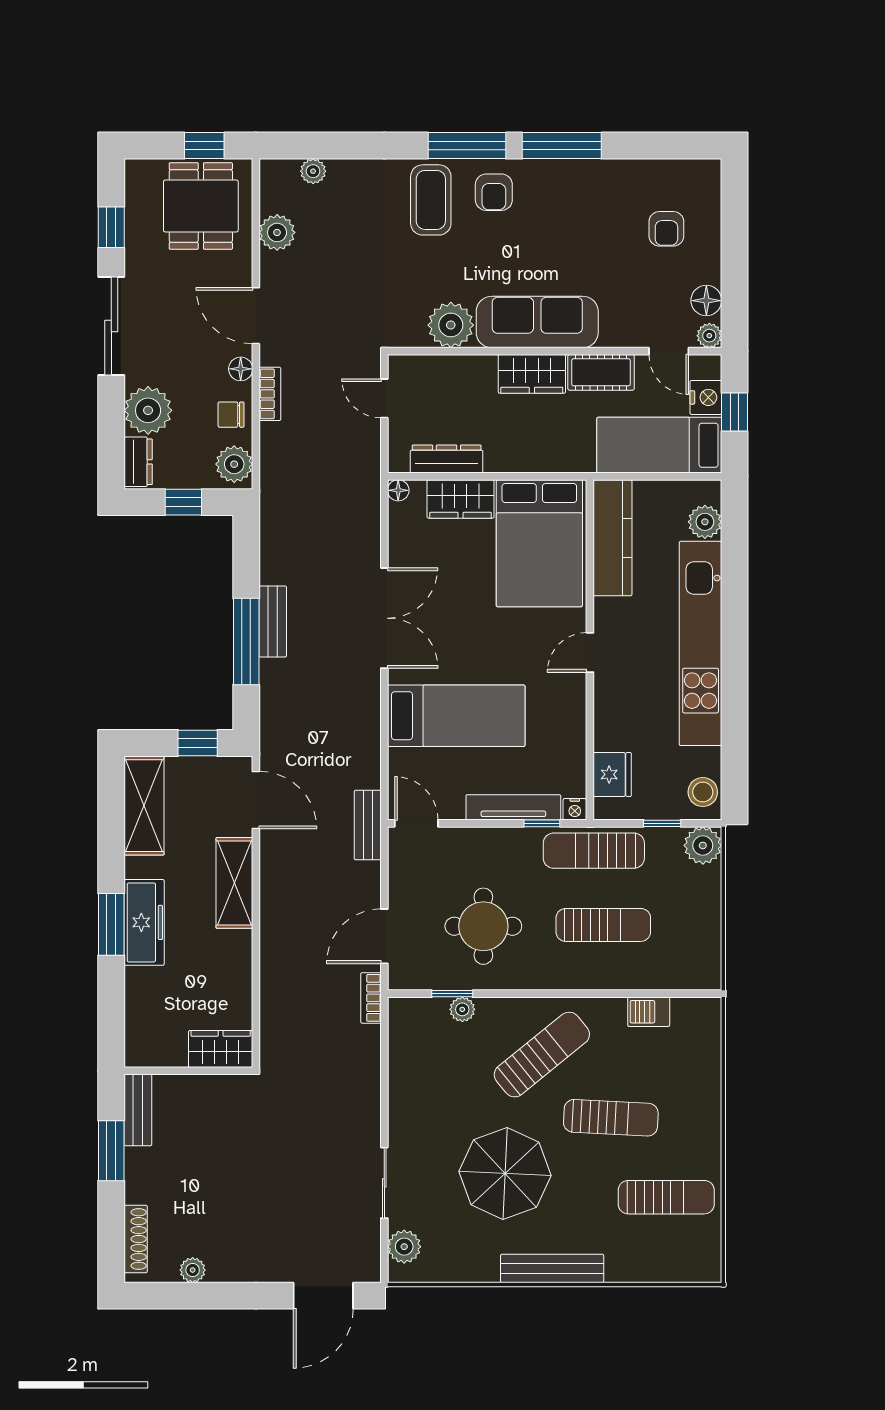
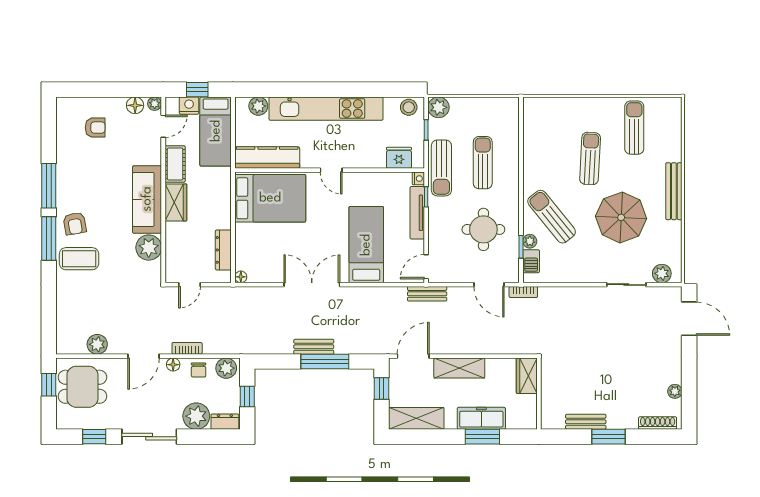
plant: (313, 171) -> (63, 324), removed
armchair: (494, 192) -> (75, 224), turned 80
wardrobe: (461, 499) -> (246, 242), removed
barbecue: (649, 1012) -> (531, 261), moved
wardrobe: (221, 1049) -> (527, 376), moved
sun lounger: (542, 1055) -> (552, 217), moved
wall: (188, 1071) -> (539, 394), moved

